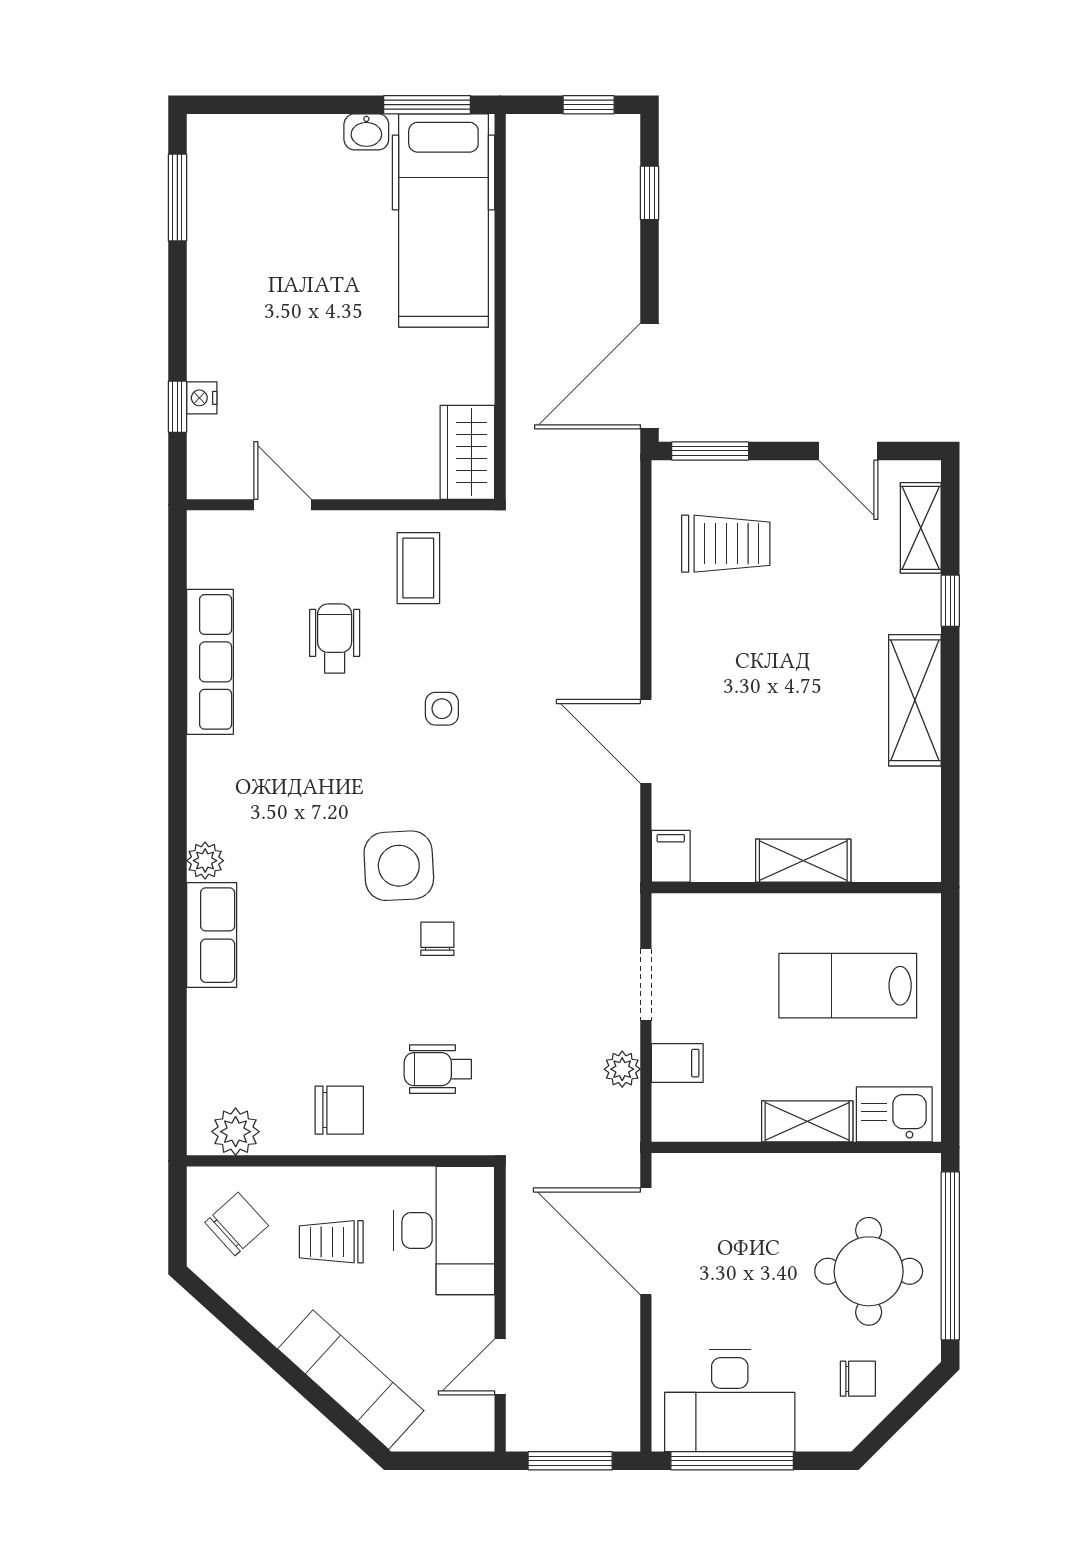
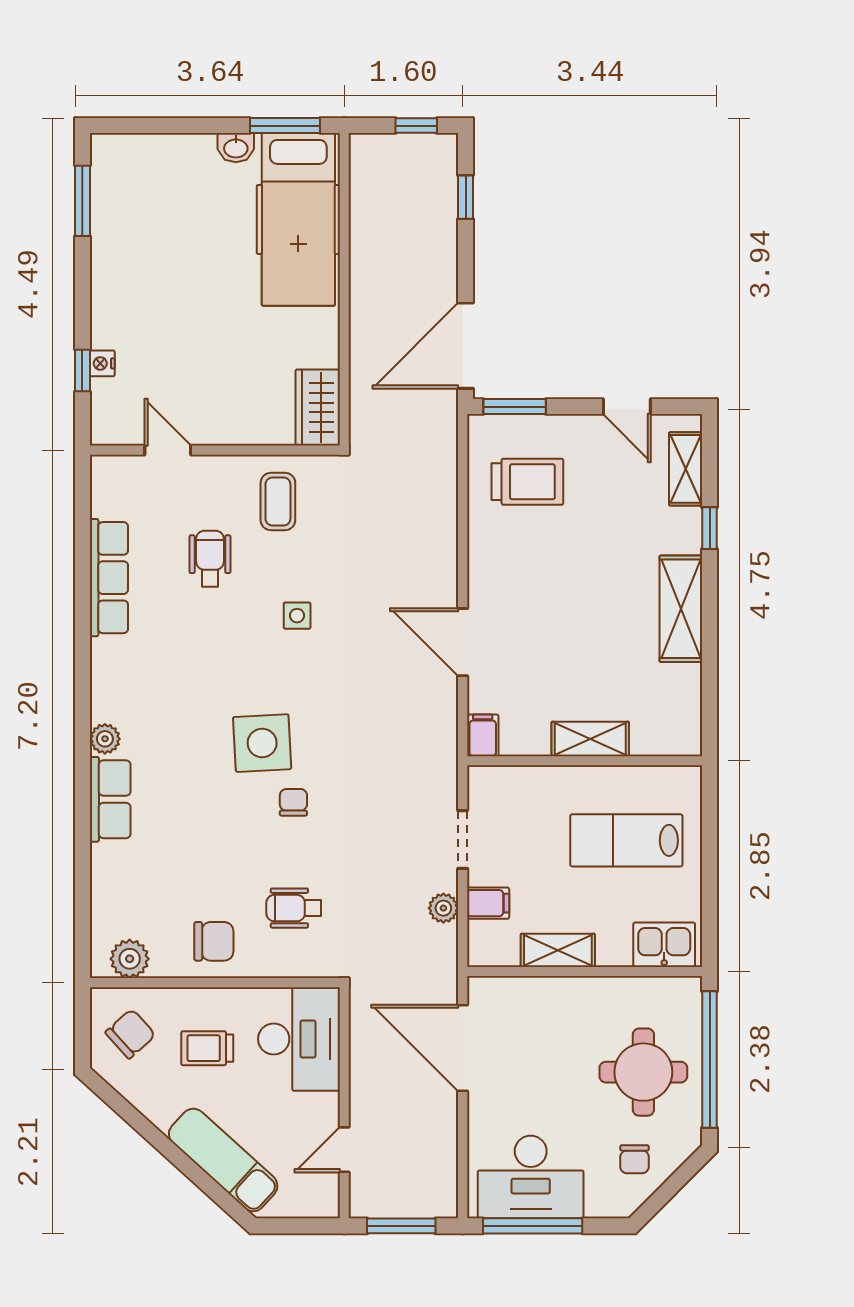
shelving: (807, 1121) -> (558, 950), moved
chair: (858, 1379) -> (635, 1159), turned 90

